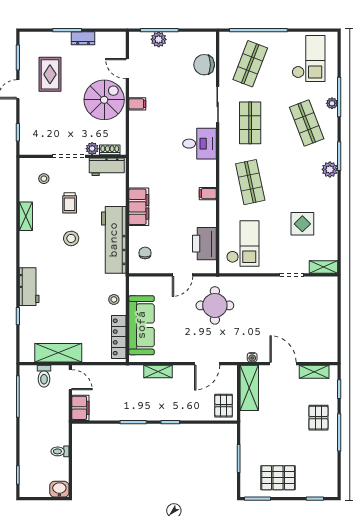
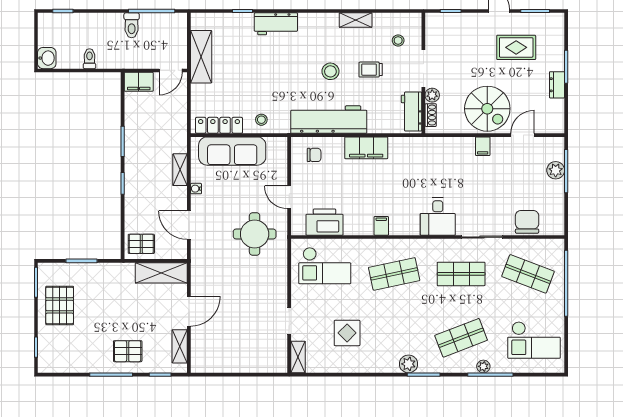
water cooler: (252, 357) -> (196, 189), moved
toilet: (44, 376) -> (132, 25), moved, turned -90

